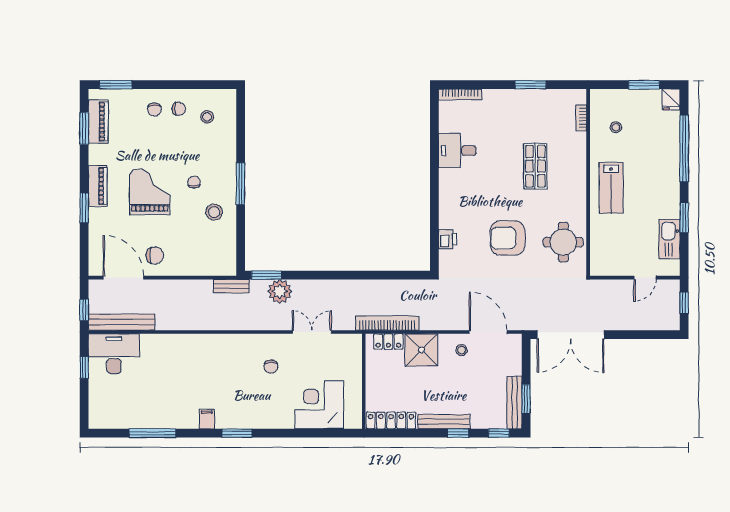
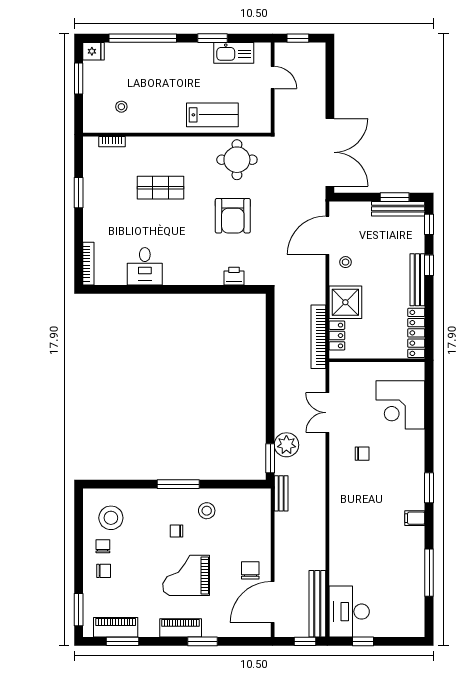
stool: (207, 117) -> (111, 518), width x1.89, depth x1.89
lab bench: (611, 188) -> (212, 115), moved

